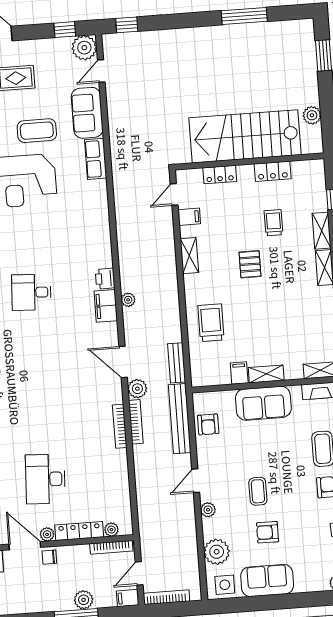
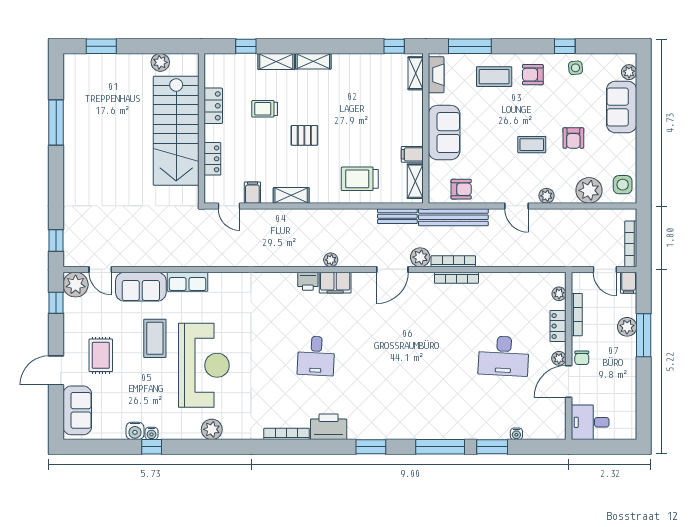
shelving: (266, 374) -> (415, 181), moved
locker: (79, 531) -> (558, 326), width x0.66
bookcase: (111, 547) -> (577, 315), moved
sofa: (267, 580) -> (622, 107), moved

